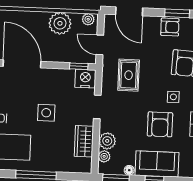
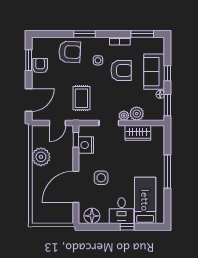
plant: (88, 19) -> (37, 134), removed
rug: (129, 75) -> (81, 98), turned 90
nightstand: (85, 79) -> (86, 145), moved
side table: (46, 113) -> (101, 178), moved
plant: (104, 156) -> (124, 116), moved

